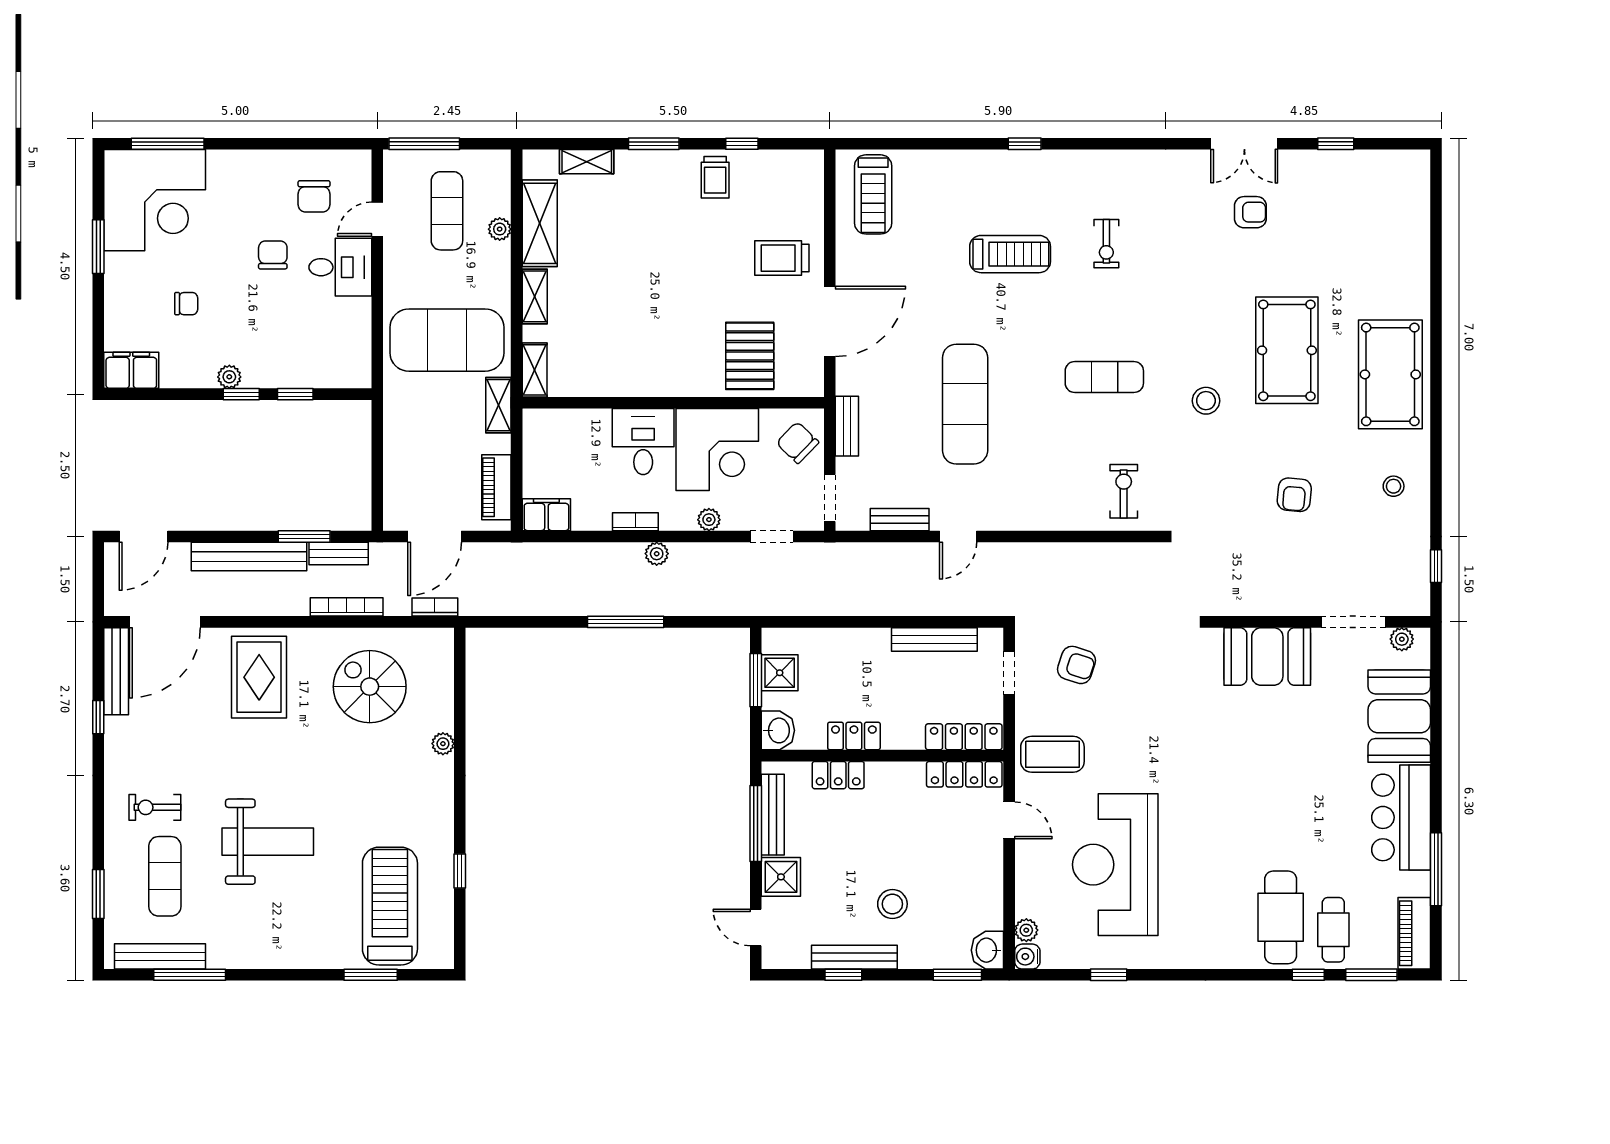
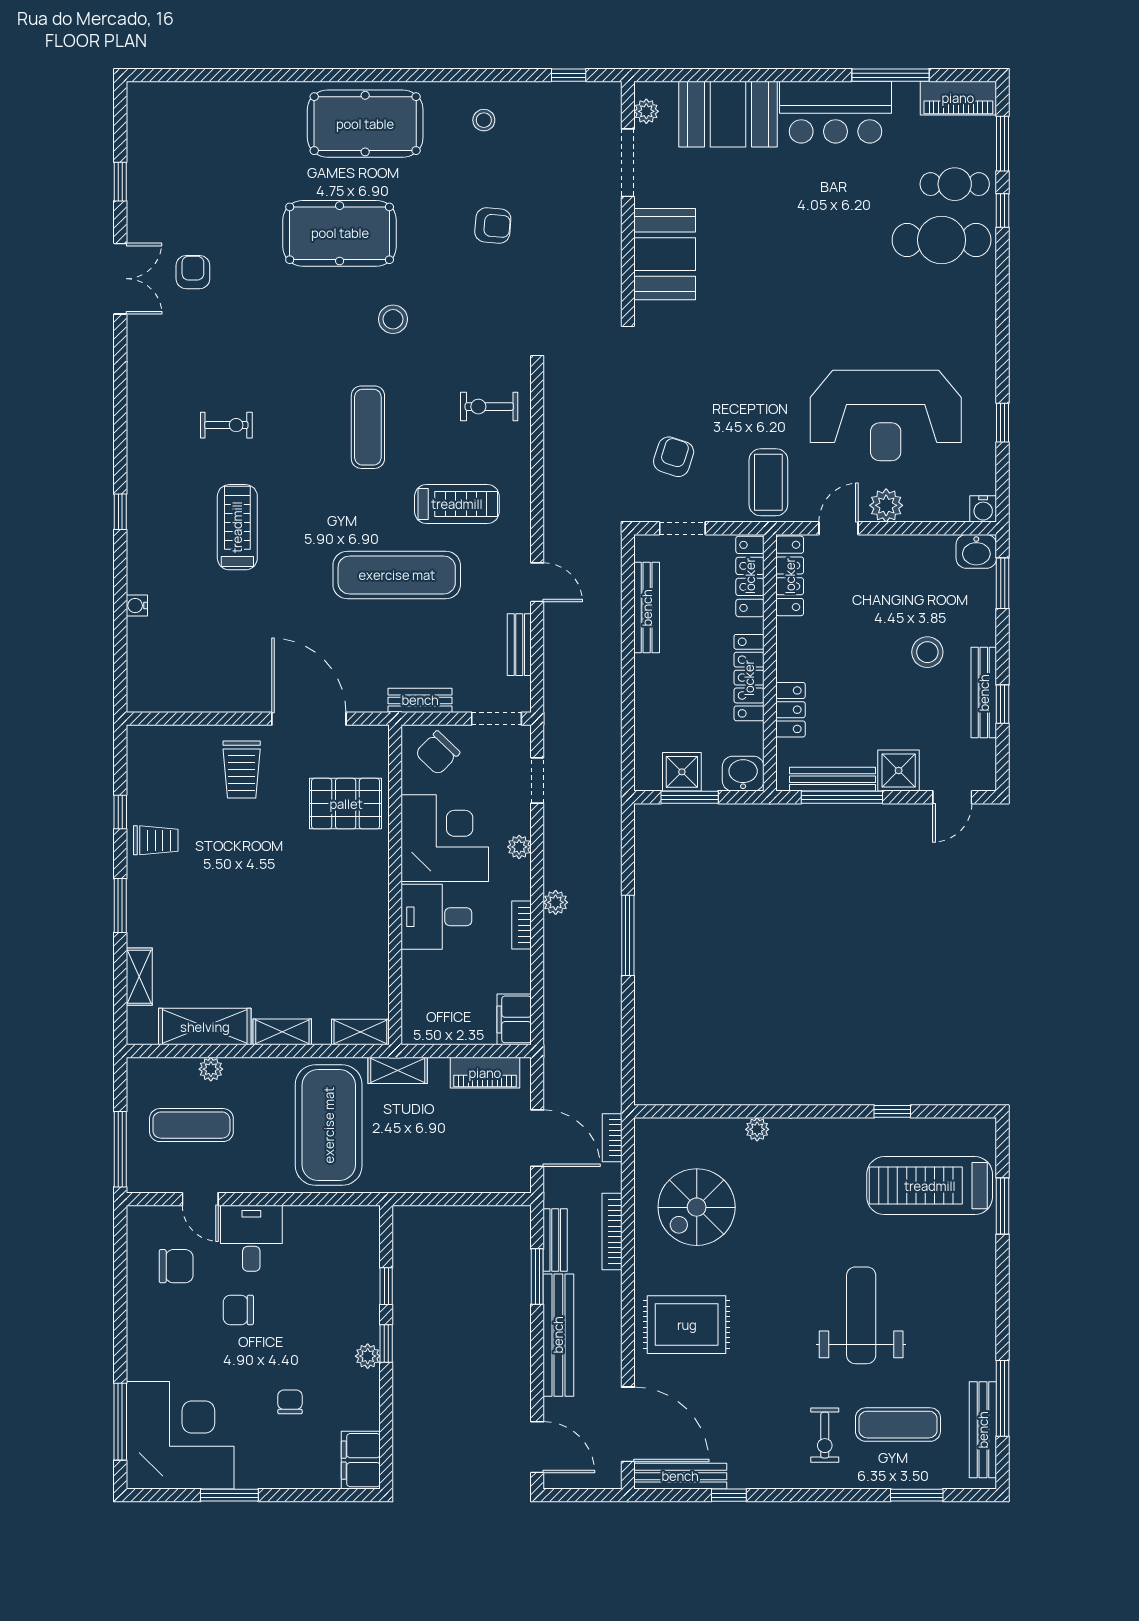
water cooler: (936, 159) -> (137, 606), added
treadmill: (873, 194) -> (457, 504), moved
locker: (854, 736) -> (749, 678), width x1.53
plant: (1026, 930) -> (886, 505), moved, width x1.38, depth x1.38

